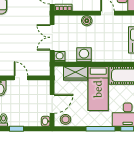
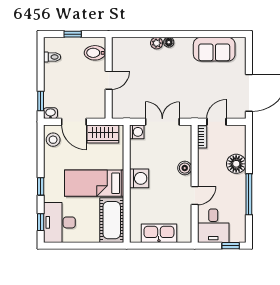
washing machine: (84, 55) -> (139, 178), moved
wardrobe: (75, 73) -> (103, 134), moved, turned -90
window: (17, 129) -> (41, 101), moved
window: (101, 129) -> (41, 186), width x0.46

